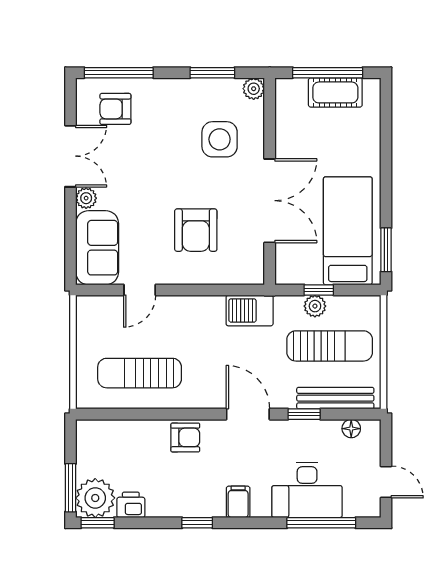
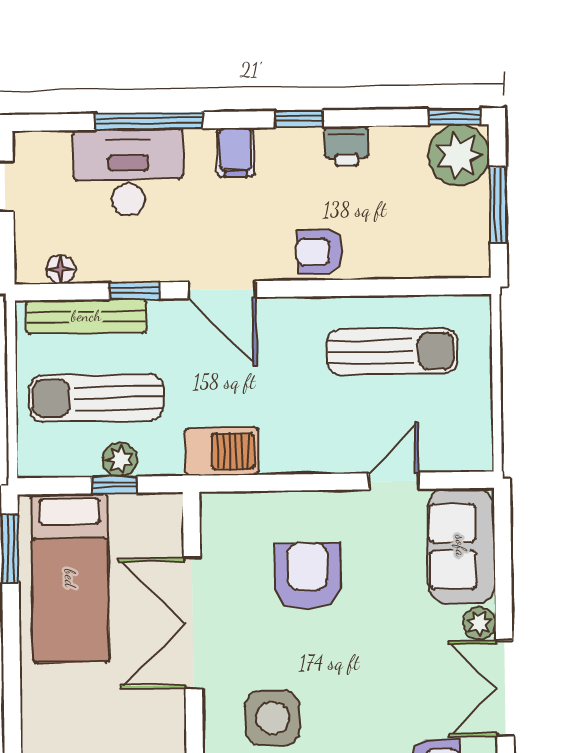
window: (70, 488) -> (498, 205), moved
printer: (131, 505) -> (346, 146), moved
window: (321, 523) -> (149, 121), moved

